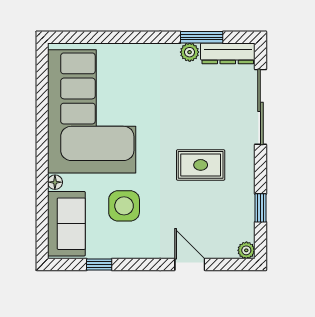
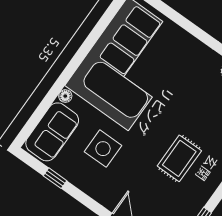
rug: (201, 165) -> (179, 158), turned 90

